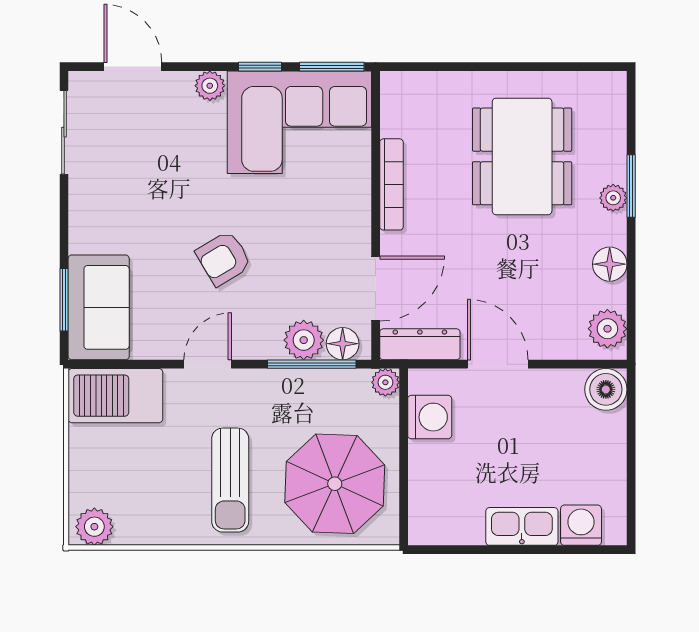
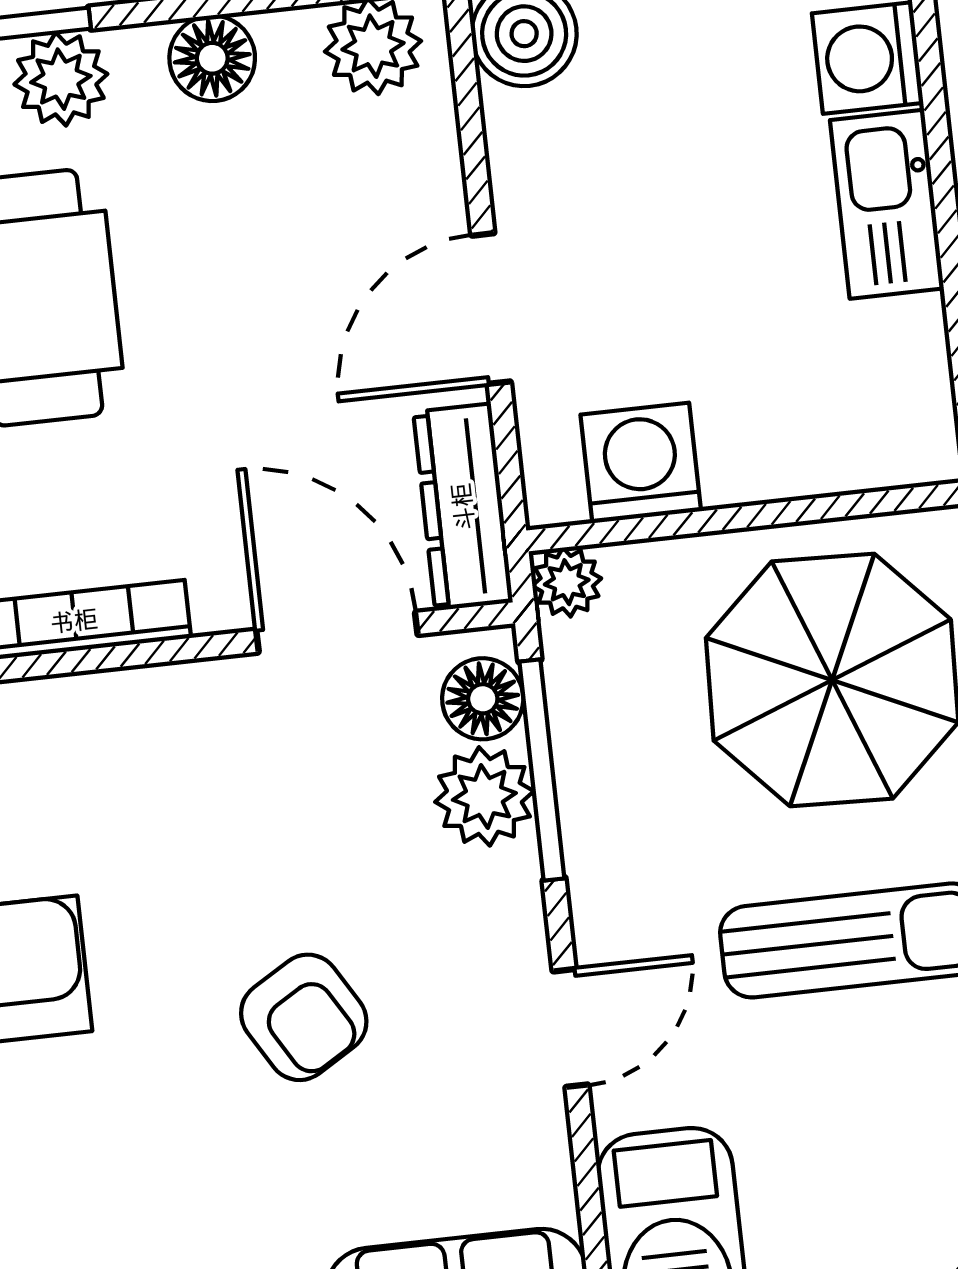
plant: (613, 198) -> (61, 79), width x1.38, depth x1.38
door: (208, 364) -> (570, 1028), swing flipped

